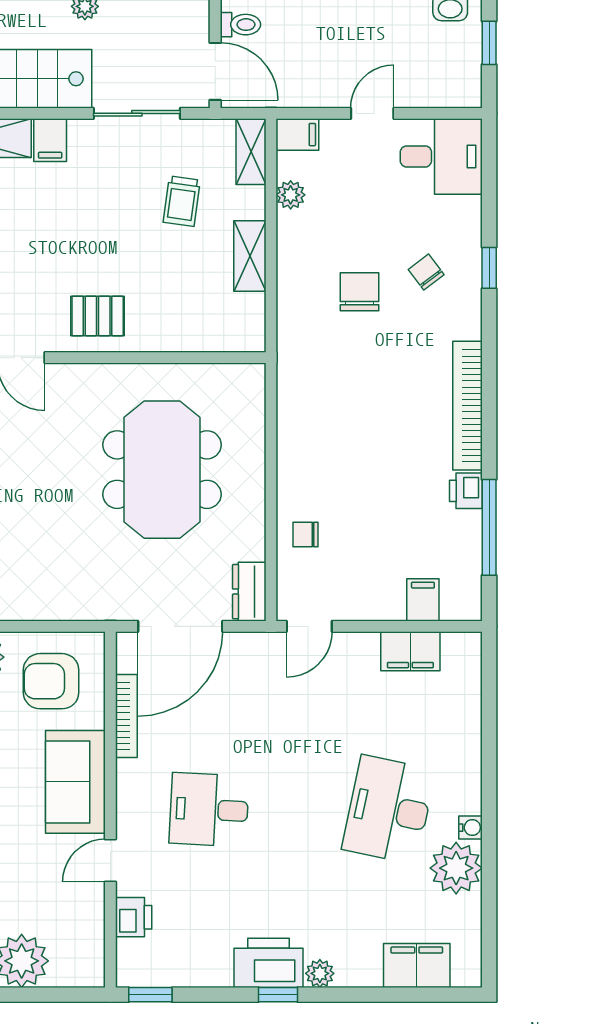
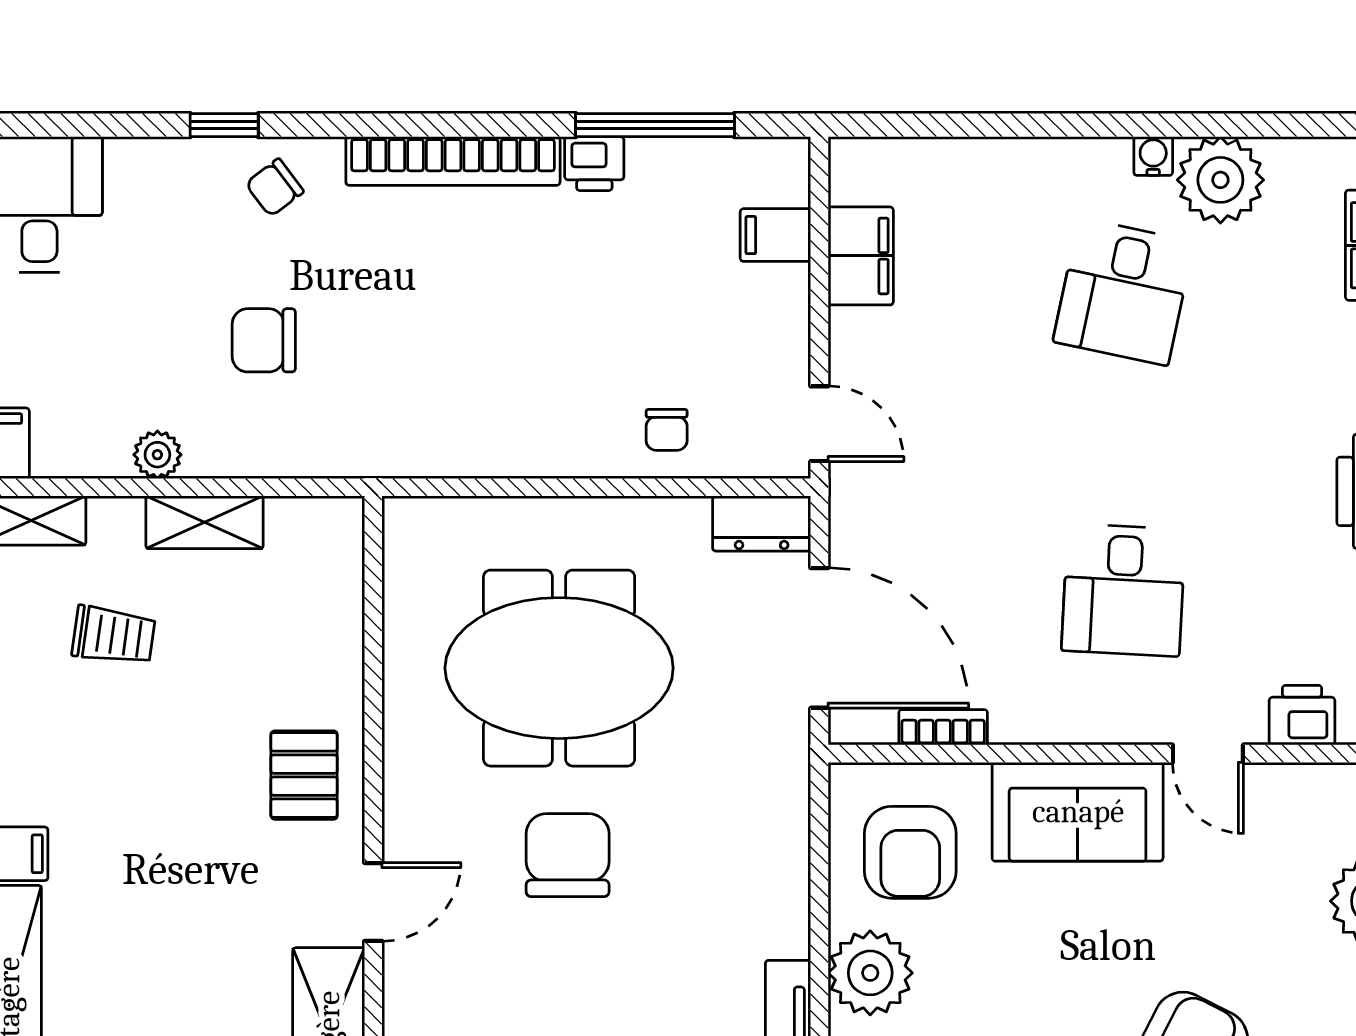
plant: (291, 195) -> (157, 455), moved
chair: (426, 272) -> (275, 188), moved
chair: (49, 475) -> (568, 855), added
bookcase: (126, 716) -> (943, 727), width x0.64
desk: (389, 810) -> (1123, 292), width x0.73

